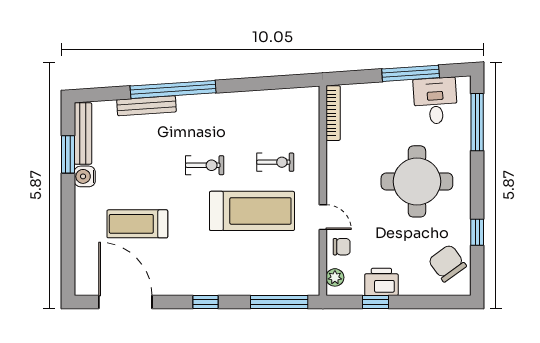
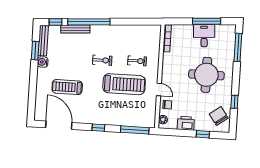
window: (106, 94) -> (56, 22), added
desk: (435, 101) -> (204, 36), moved
window: (376, 302) -> (203, 134), moved

